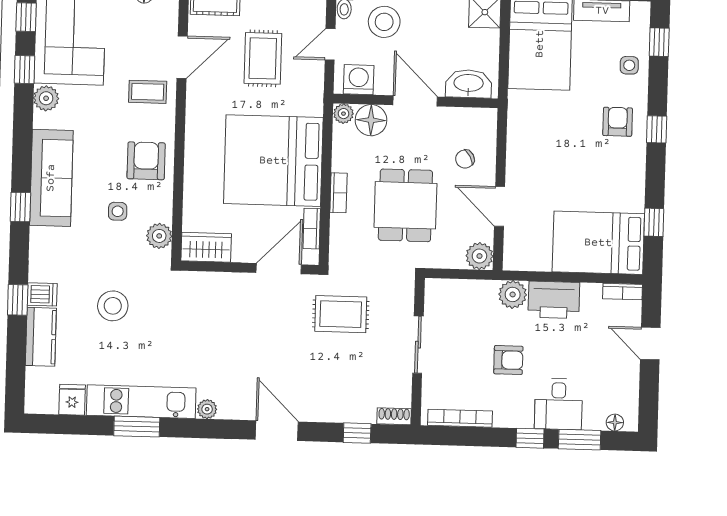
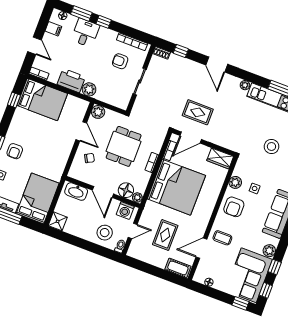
plant: (159, 236) -> (235, 182), moved
rug: (341, 314) -> (198, 112), moved
armchair: (508, 360) -> (120, 61), moved
filing cabinet: (624, 390) -> (53, 29), added

